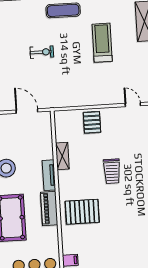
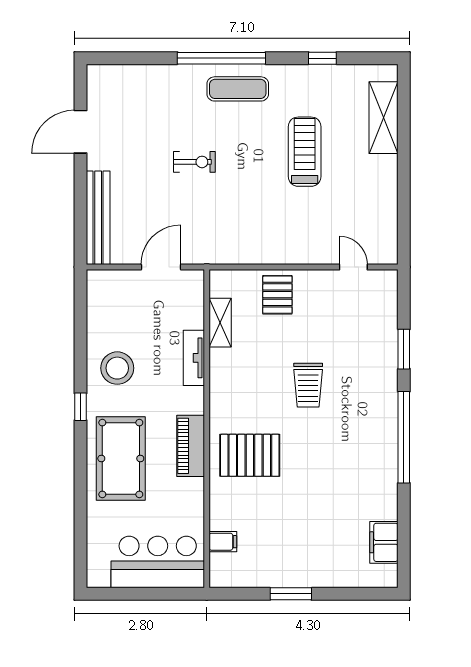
door: (27, 111) -> (161, 267), hinge flipped
shelving: (62, 156) -> (220, 323), moved
tv unit: (49, 175) -> (194, 358), moved

